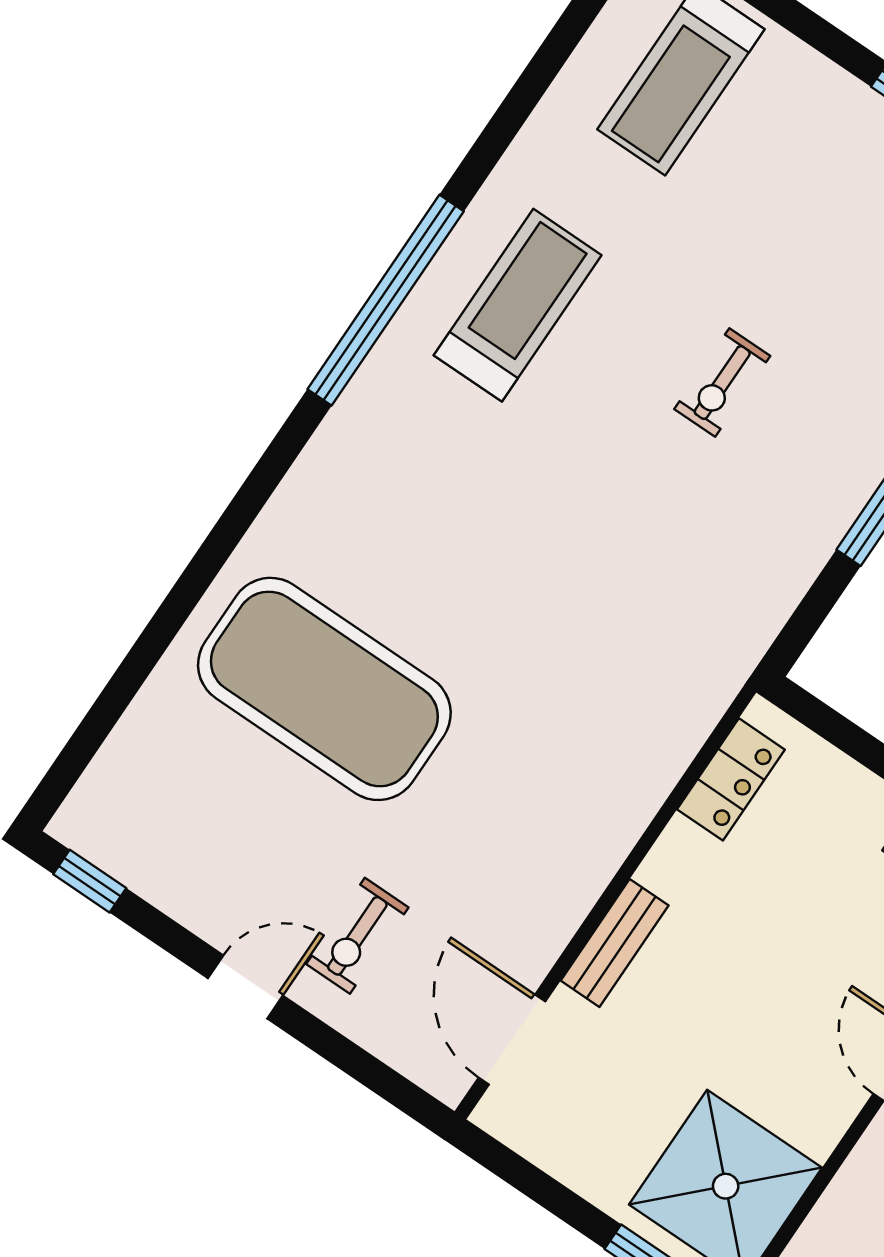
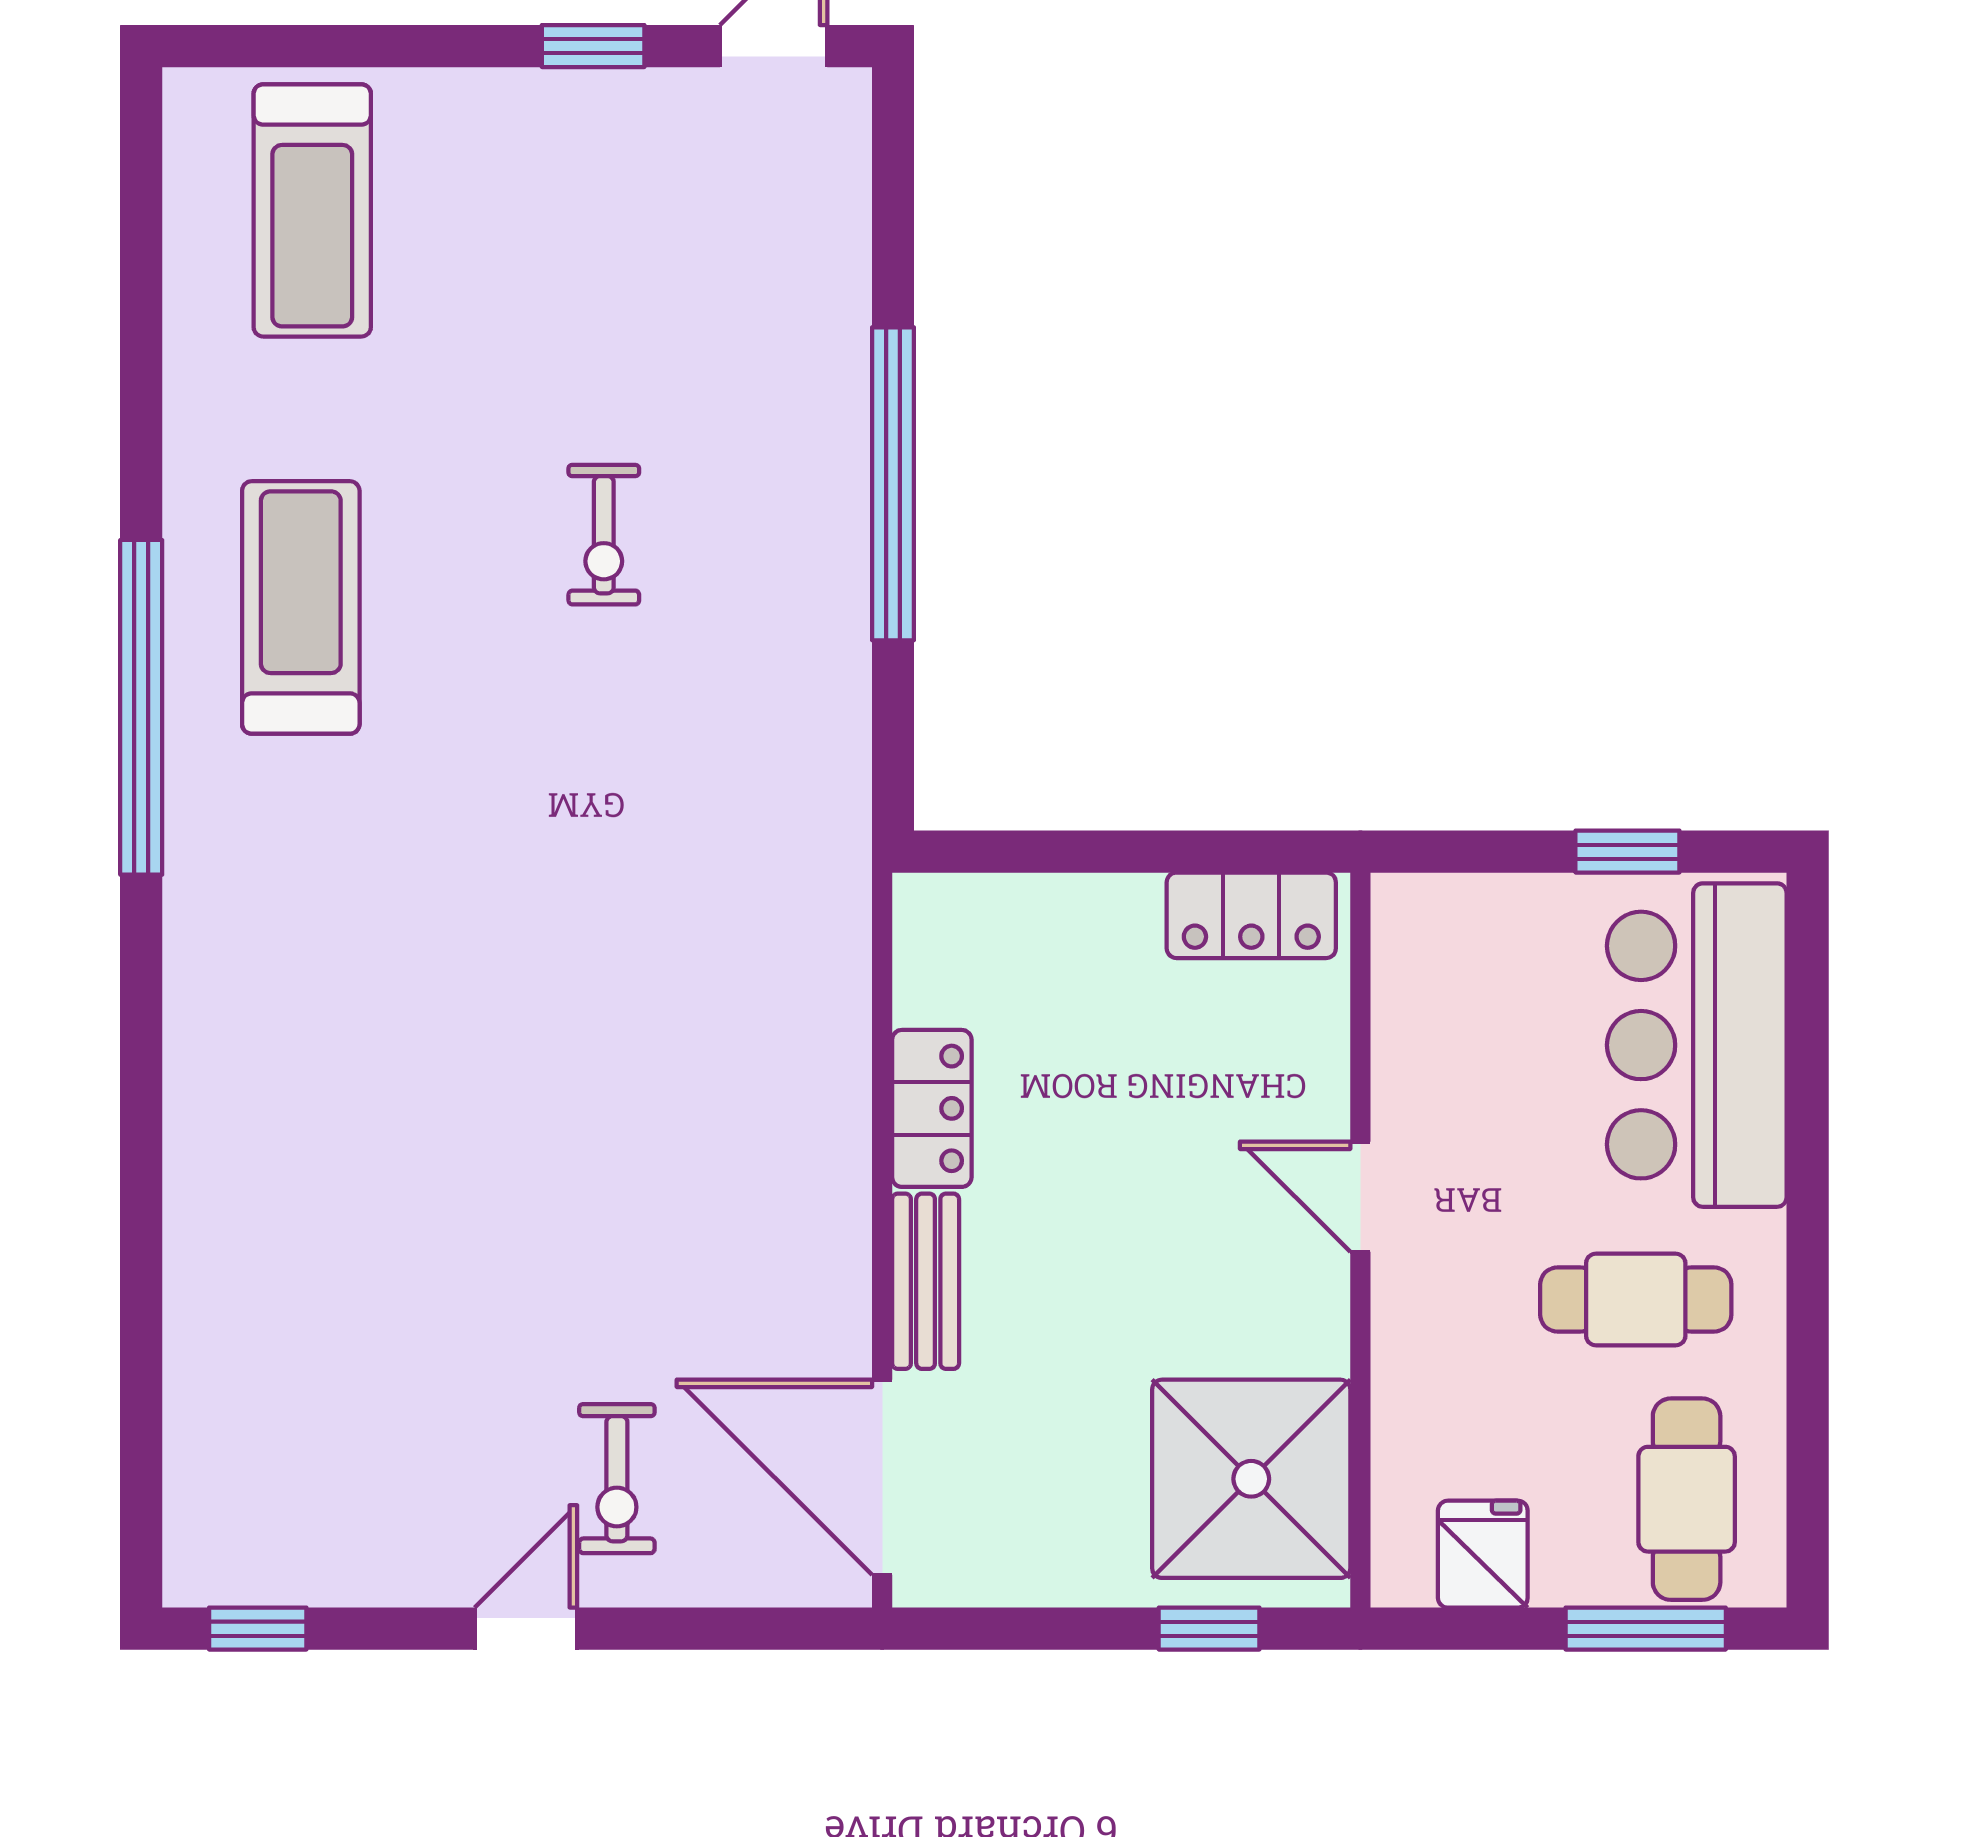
exercise mat: (324, 689) -> (380, 1214), removed
locker: (731, 779) -> (932, 1108), moved
door: (512, 1040) -> (882, 1477), width x1.36

